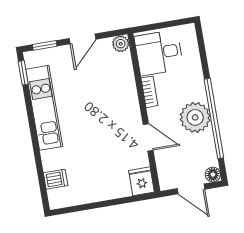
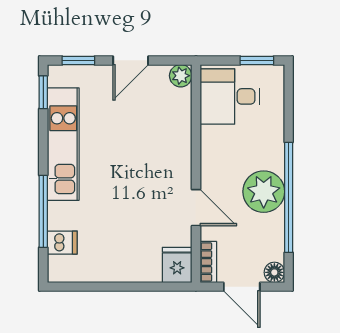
window: (174, 23) -> (257, 60), added
bookcase: (149, 92) -> (208, 262), moved
window: (38, 159) -> (43, 211), added

